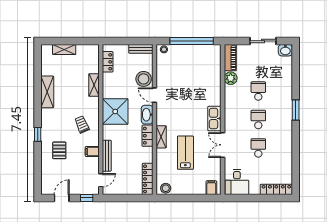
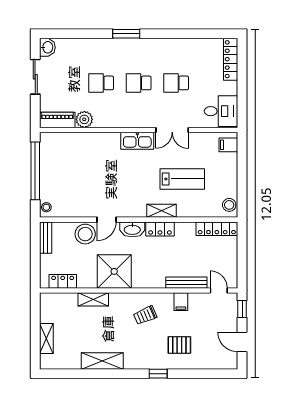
shower: (115, 111) -> (114, 271), moved
lab bench: (185, 153) -> (182, 179), turned 180

